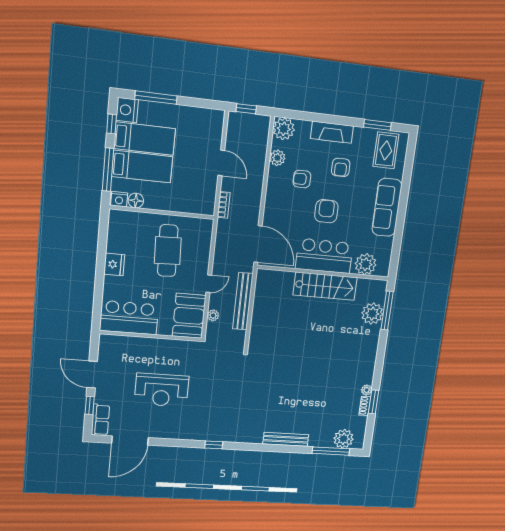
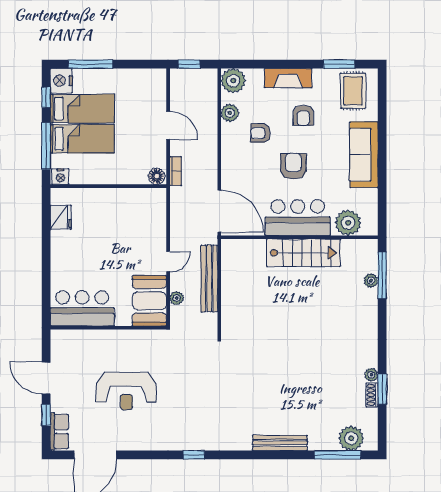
floor lamp: (136, 201) -> (157, 176), moved
cafe table: (168, 251) -> (118, 228), removed
fridge: (114, 264) -> (61, 217), moved
plant: (372, 314) -> (371, 281), width x0.53, depth x0.53

